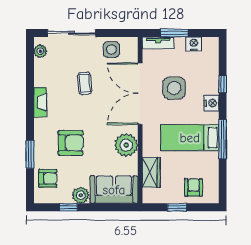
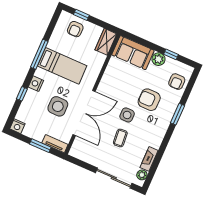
nightstand: (194, 44) -> (17, 126), moved
side table: (111, 49) -> (127, 115), moved
fireplace: (40, 102) -> (149, 159), moved
plant: (126, 145) -> (110, 81), removed
window: (30, 154) -> (177, 114), moved
wardrobe: (151, 172) -> (106, 42), moved
armchair: (48, 178) -> (177, 82), turned -90
window: (177, 207) -> (81, 15), moved

